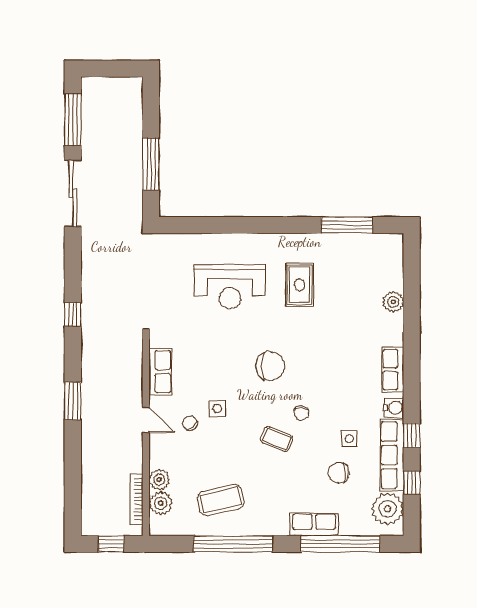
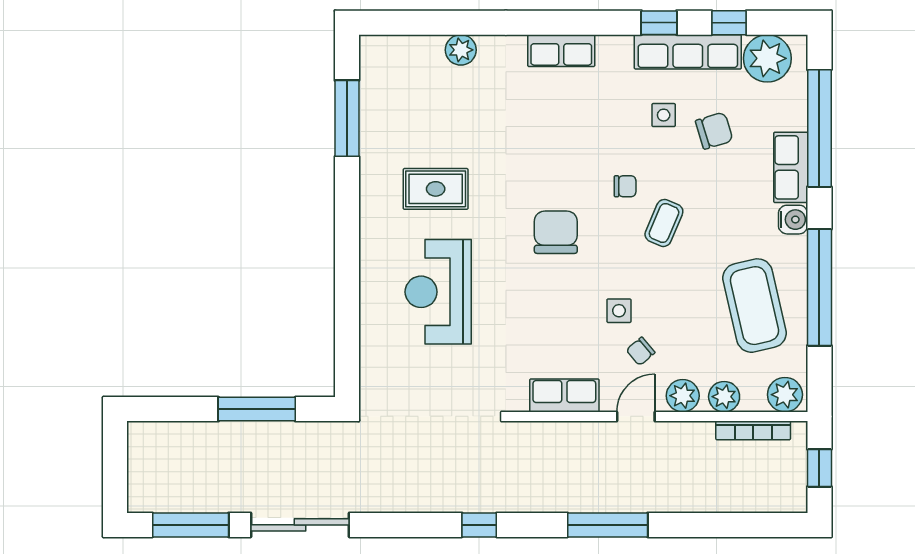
reception desk: (230, 287) -> (438, 292), turned 180
window: (73, 401) -> (608, 525), width x1.44
water cooler: (394, 408) -> (793, 220), moved, turned 90
plant: (160, 452) -> (683, 396), added
chair: (339, 473) -> (714, 131), turned -107
coffee table: (221, 500) -> (755, 306), width x1.36, depth x1.32
plant: (161, 503) -> (785, 395), moved

